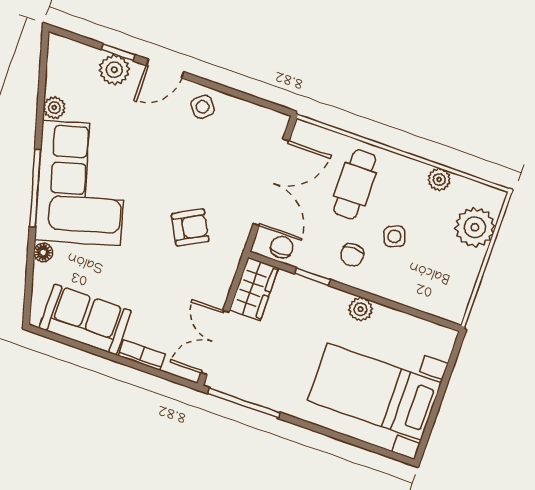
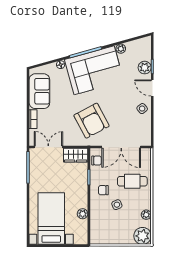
armchair: (190, 227) -> (92, 121), width x1.88, depth x1.88
plant: (475, 227) -> (142, 236), moved
plant: (360, 309) -> (83, 214), moved

